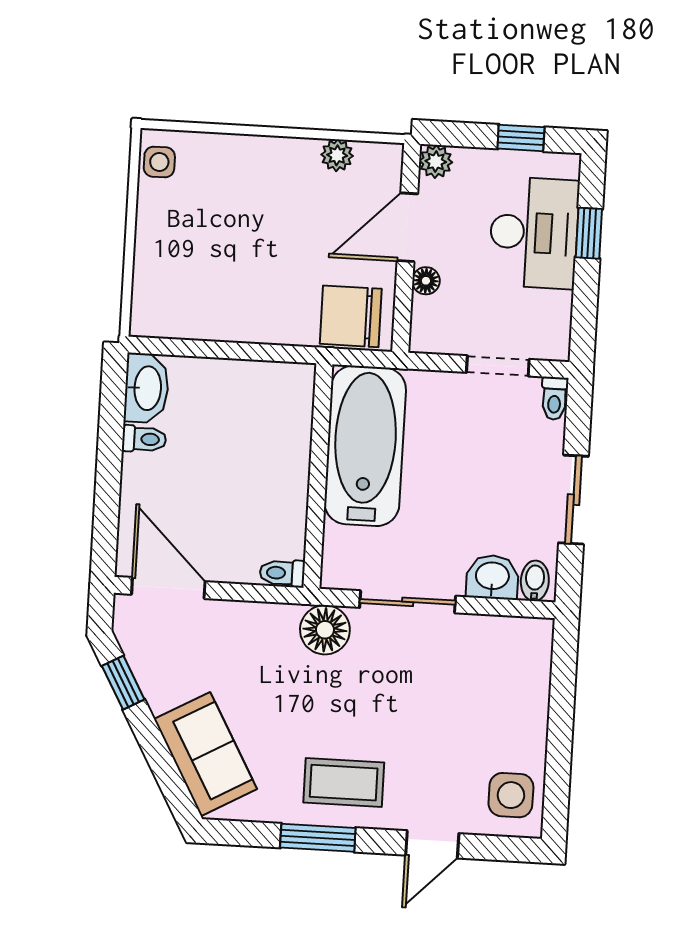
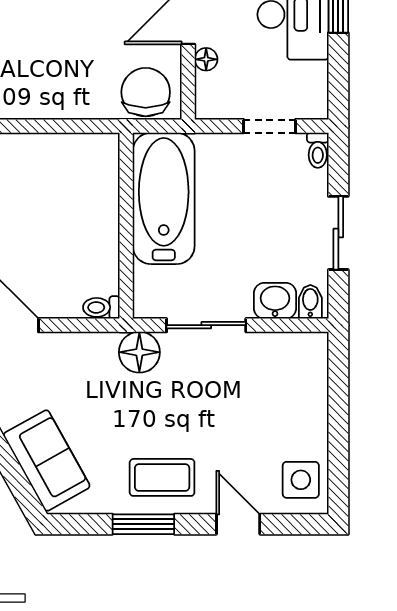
chair: (351, 316) -> (146, 92), turned 90
door: (432, 844) -> (238, 524), swing flipped

